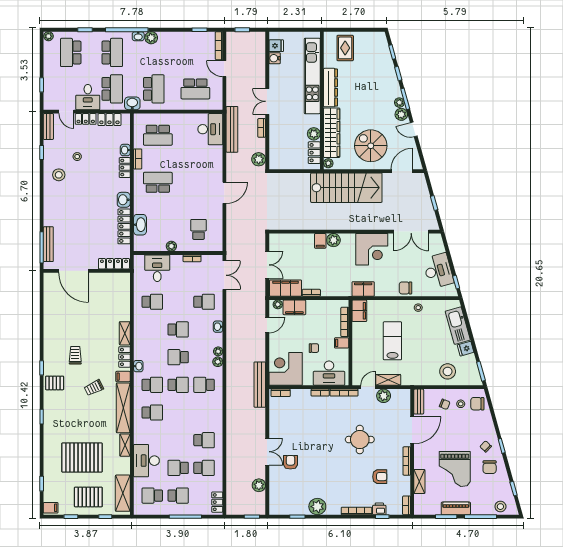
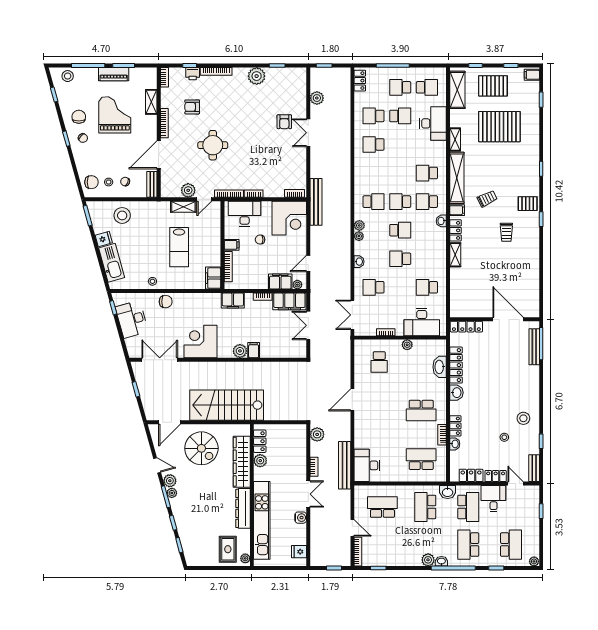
water cooler: (275, 58) -> (301, 518), moved
school desk: (112, 89) -> (468, 507), turned 180
plant: (328, 163) -> (245, 558), moved
desk: (157, 268) -> (422, 322), width x1.37
filing cabinet: (363, 289) -> (233, 301), moved

